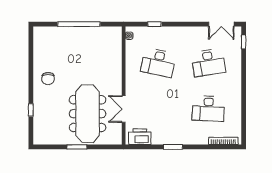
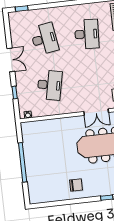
double door: (221, 24) -> (11, 60), moved

